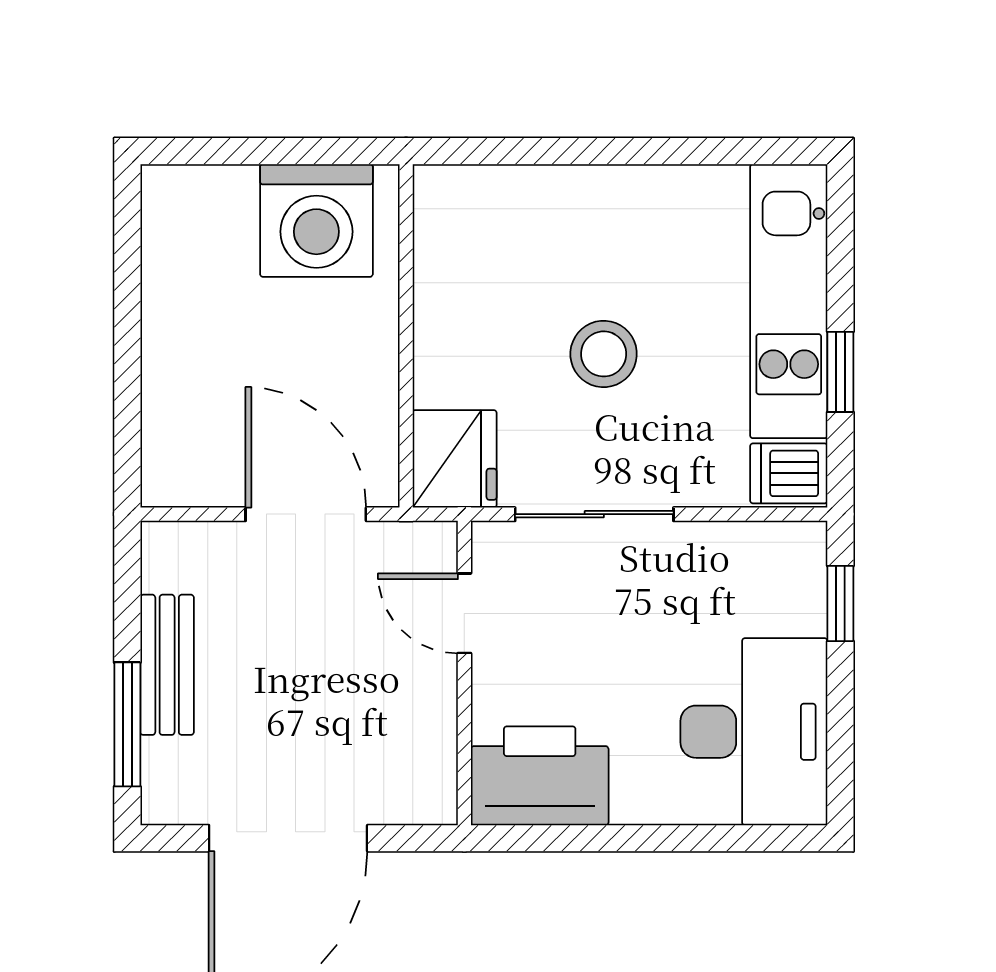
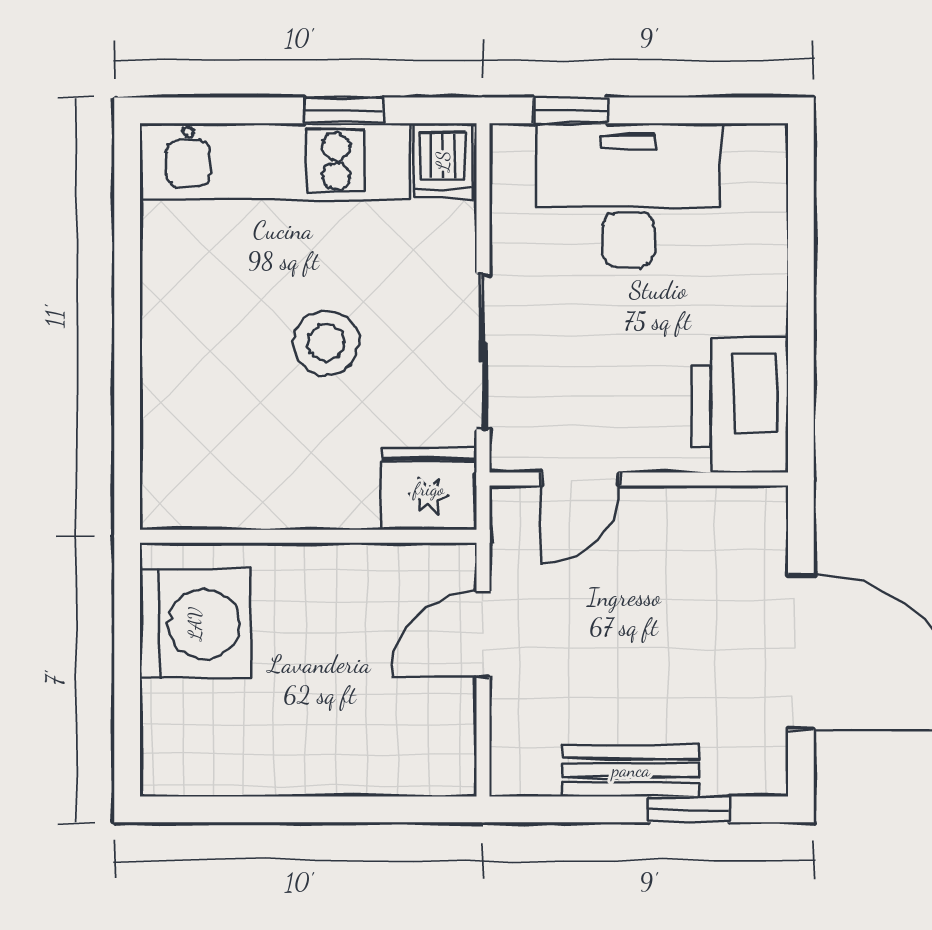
door: (306, 514) -> (483, 634), width x0.73
window: (127, 724) -> (689, 809), width x0.67
desk: (754, 732) -> (628, 195), moved

